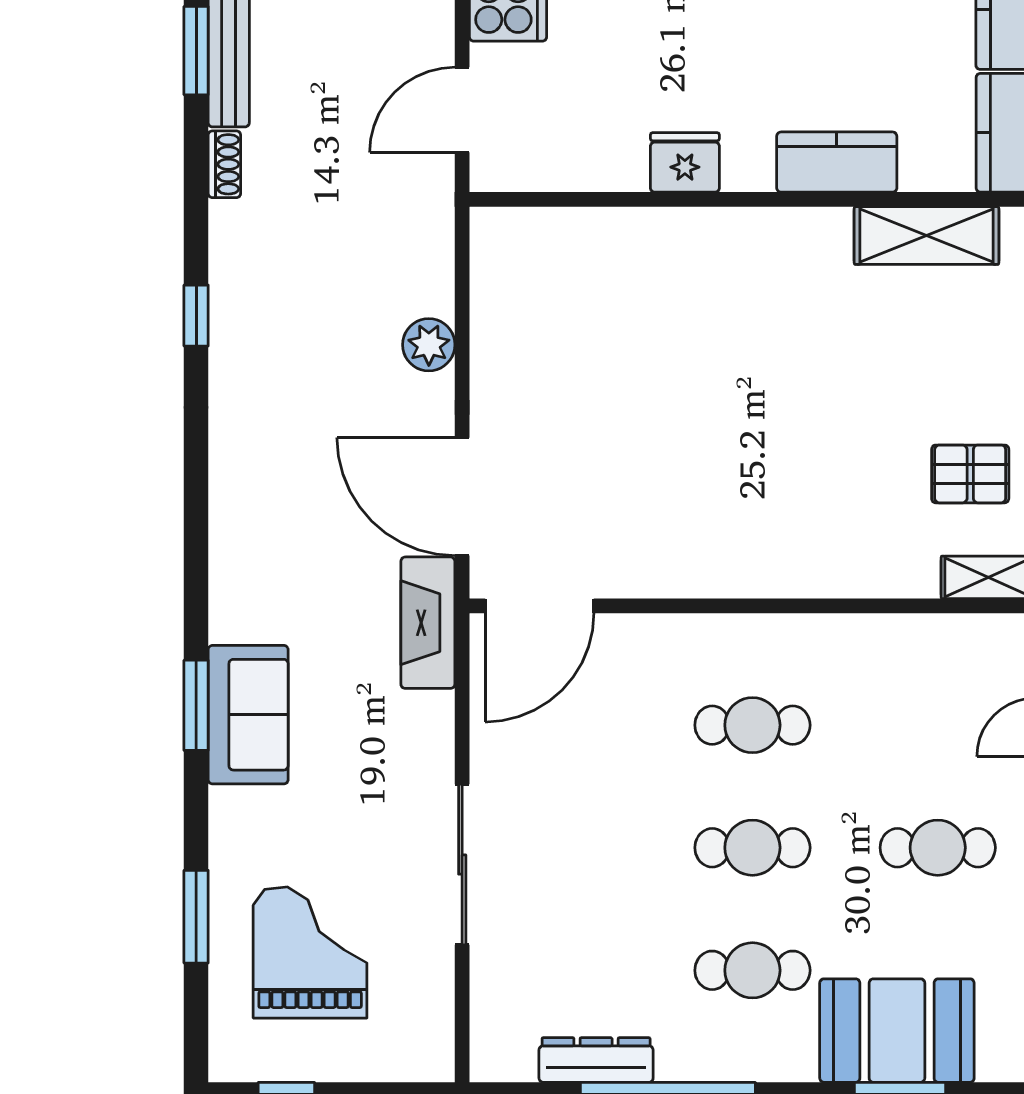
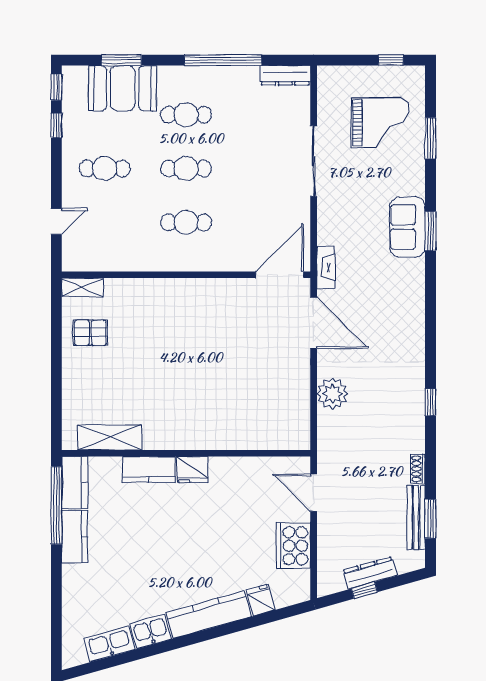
door: (462, 110) -> (314, 493), swing flipped
fridge: (685, 162) -> (192, 470), moved
plant: (429, 345) -> (332, 394), width x1.36, depth x1.36
fireplace: (428, 623) -> (326, 267), width x0.73, depth x0.76
grand piano: (310, 952) -> (380, 123), turned -90
dresser: (596, 1060) -> (285, 75), moved

